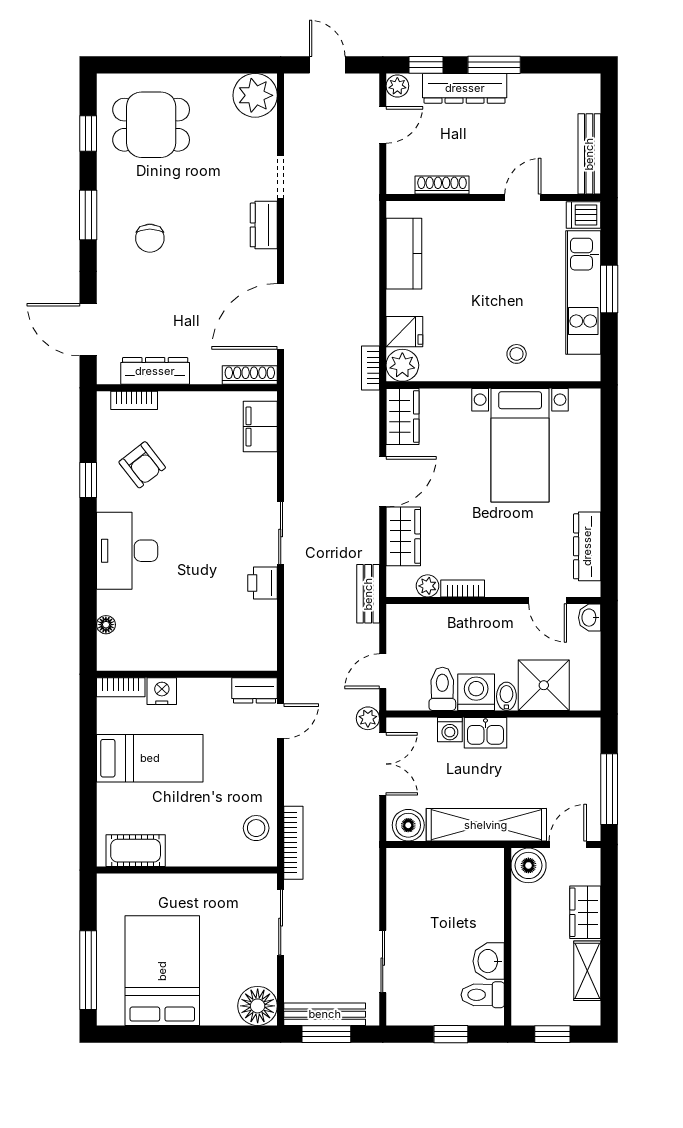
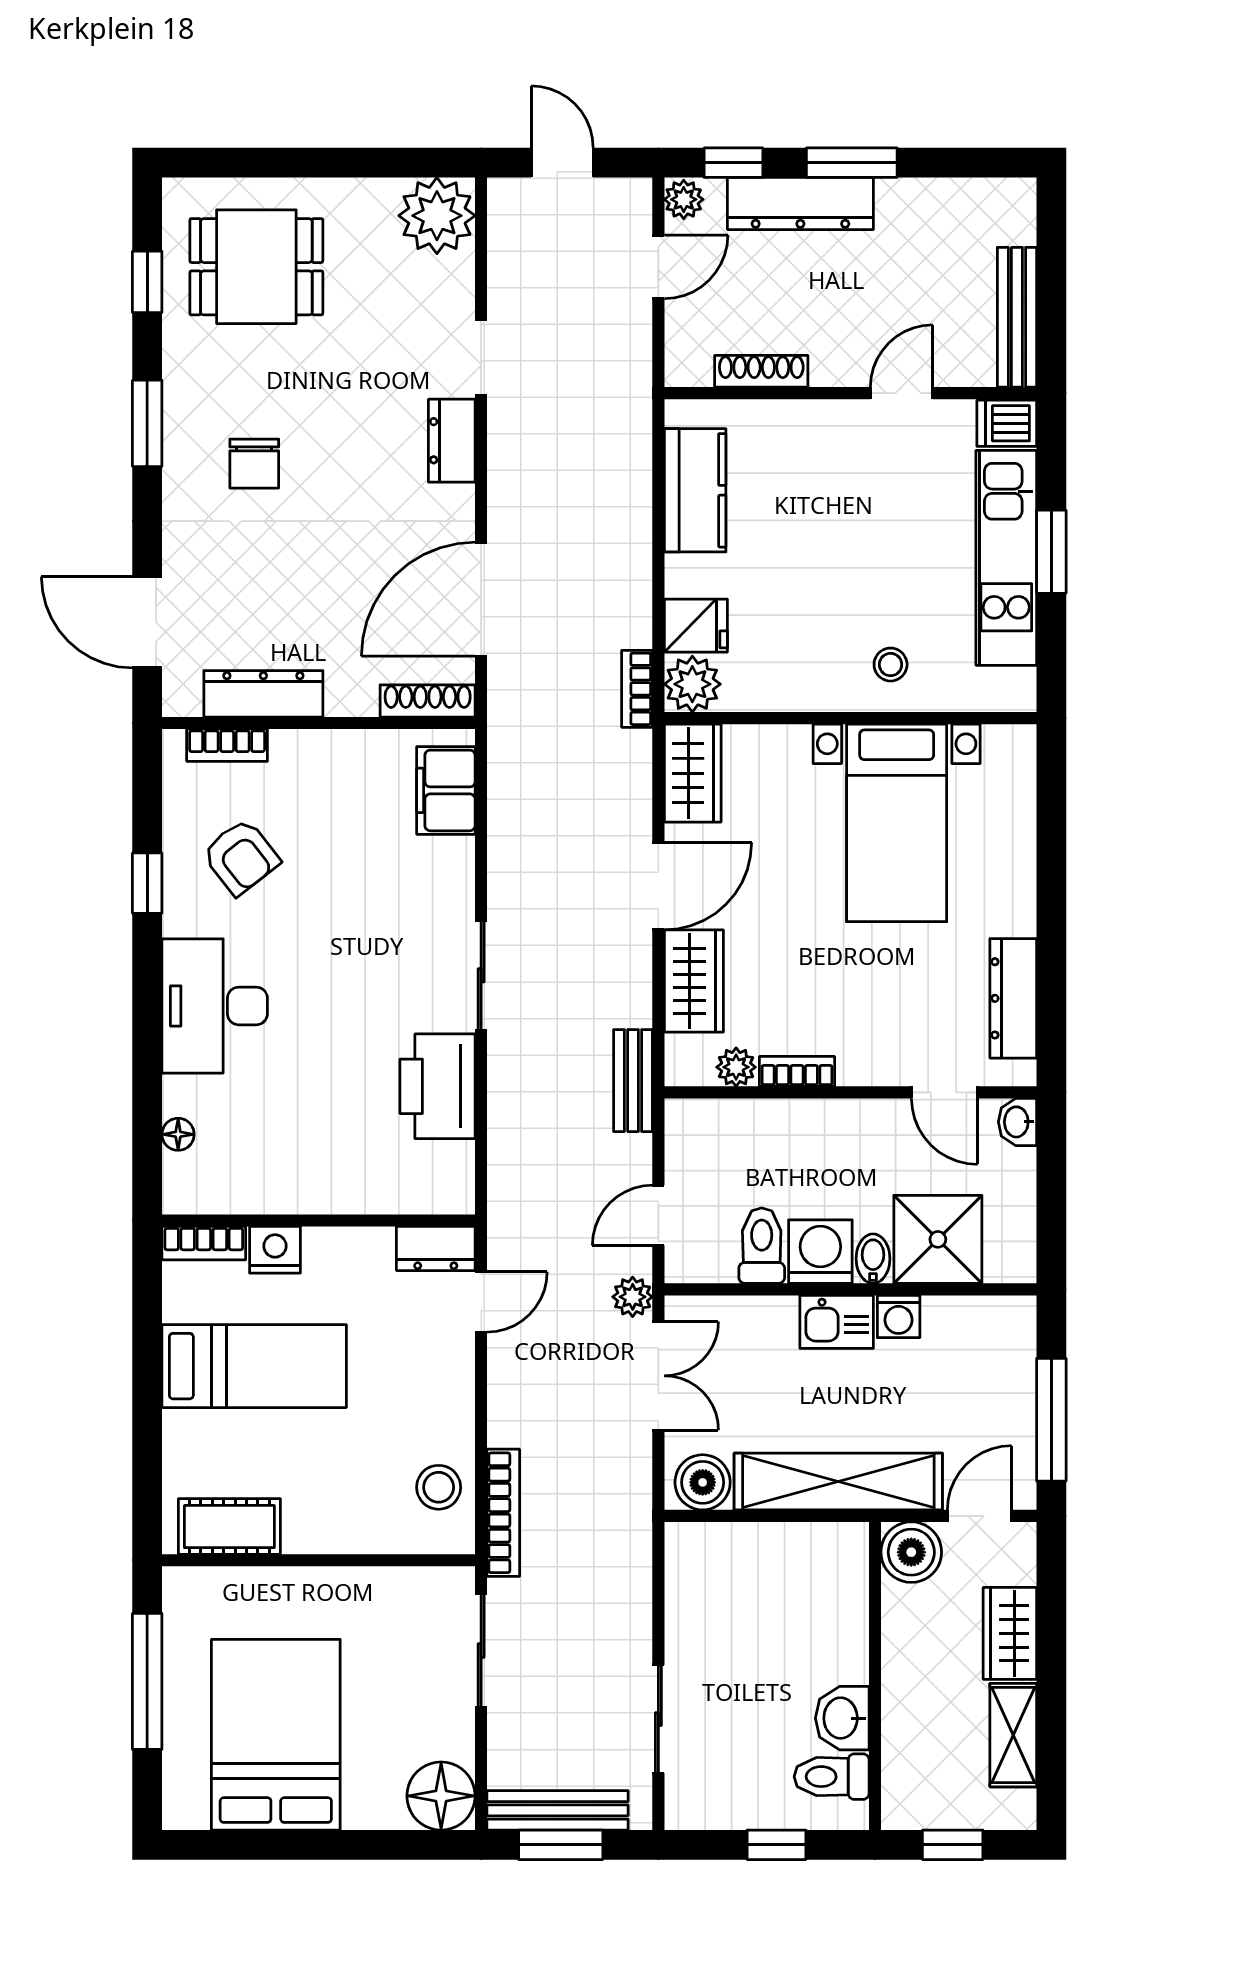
printer: (263, 583) -> (438, 1086), width x1.87, depth x1.48
washing machine: (450, 730) -> (899, 1317), moved
window: (88, 970) -> (147, 1681), moved

